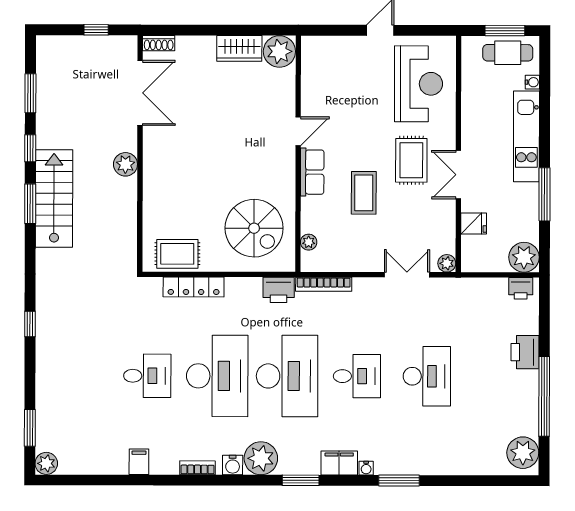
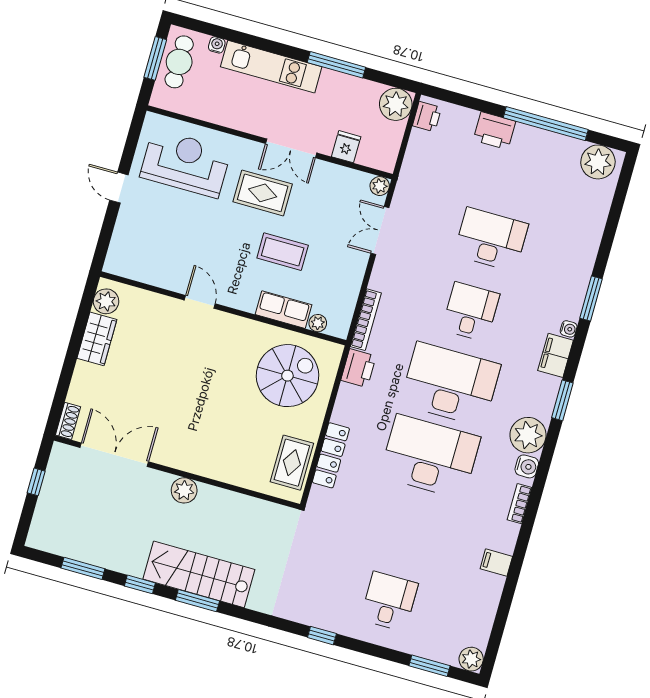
plant: (279, 51) -> (106, 301), width x0.73, depth x0.73
row of seats: (312, 172) -> (284, 310), moved
desk: (147, 376) -> (389, 601), moved

